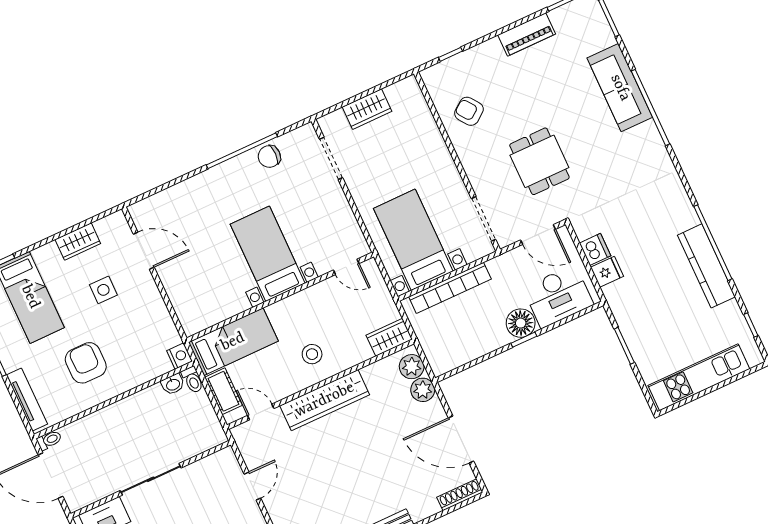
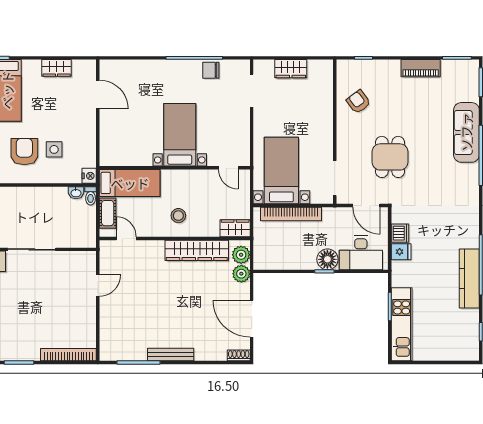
side table: (103, 290) -> (54, 149), moved
kitchen unit: (699, 377) -> (402, 324), moved, turned 90
wardrobe: (325, 400) -> (197, 250), moved
shoe rack: (460, 495) -> (239, 355), width x0.70

